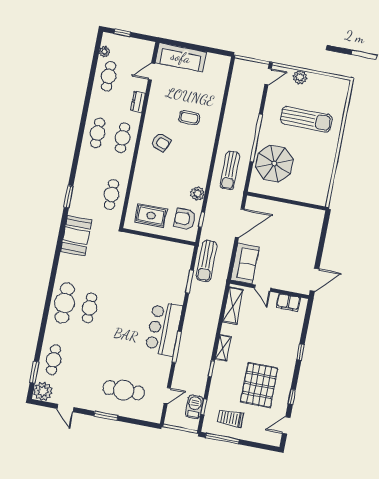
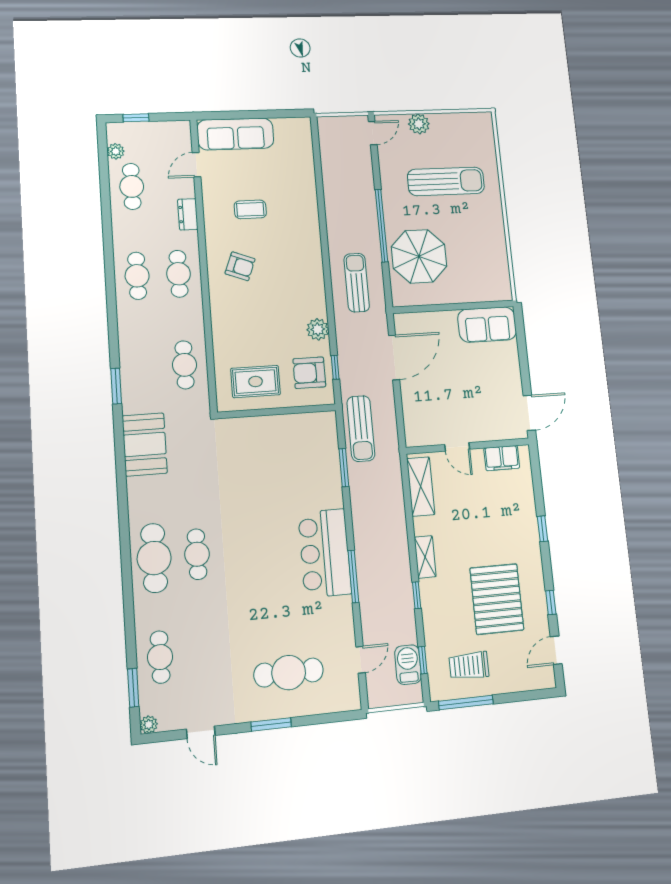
coffee table: (189, 118) -> (250, 209), moved
sun lounger: (230, 170) -> (357, 283), turned 180
sofa: (245, 263) -> (487, 325), moved, turned 90
plant: (43, 391) -> (149, 725), width x0.53, depth x0.53

